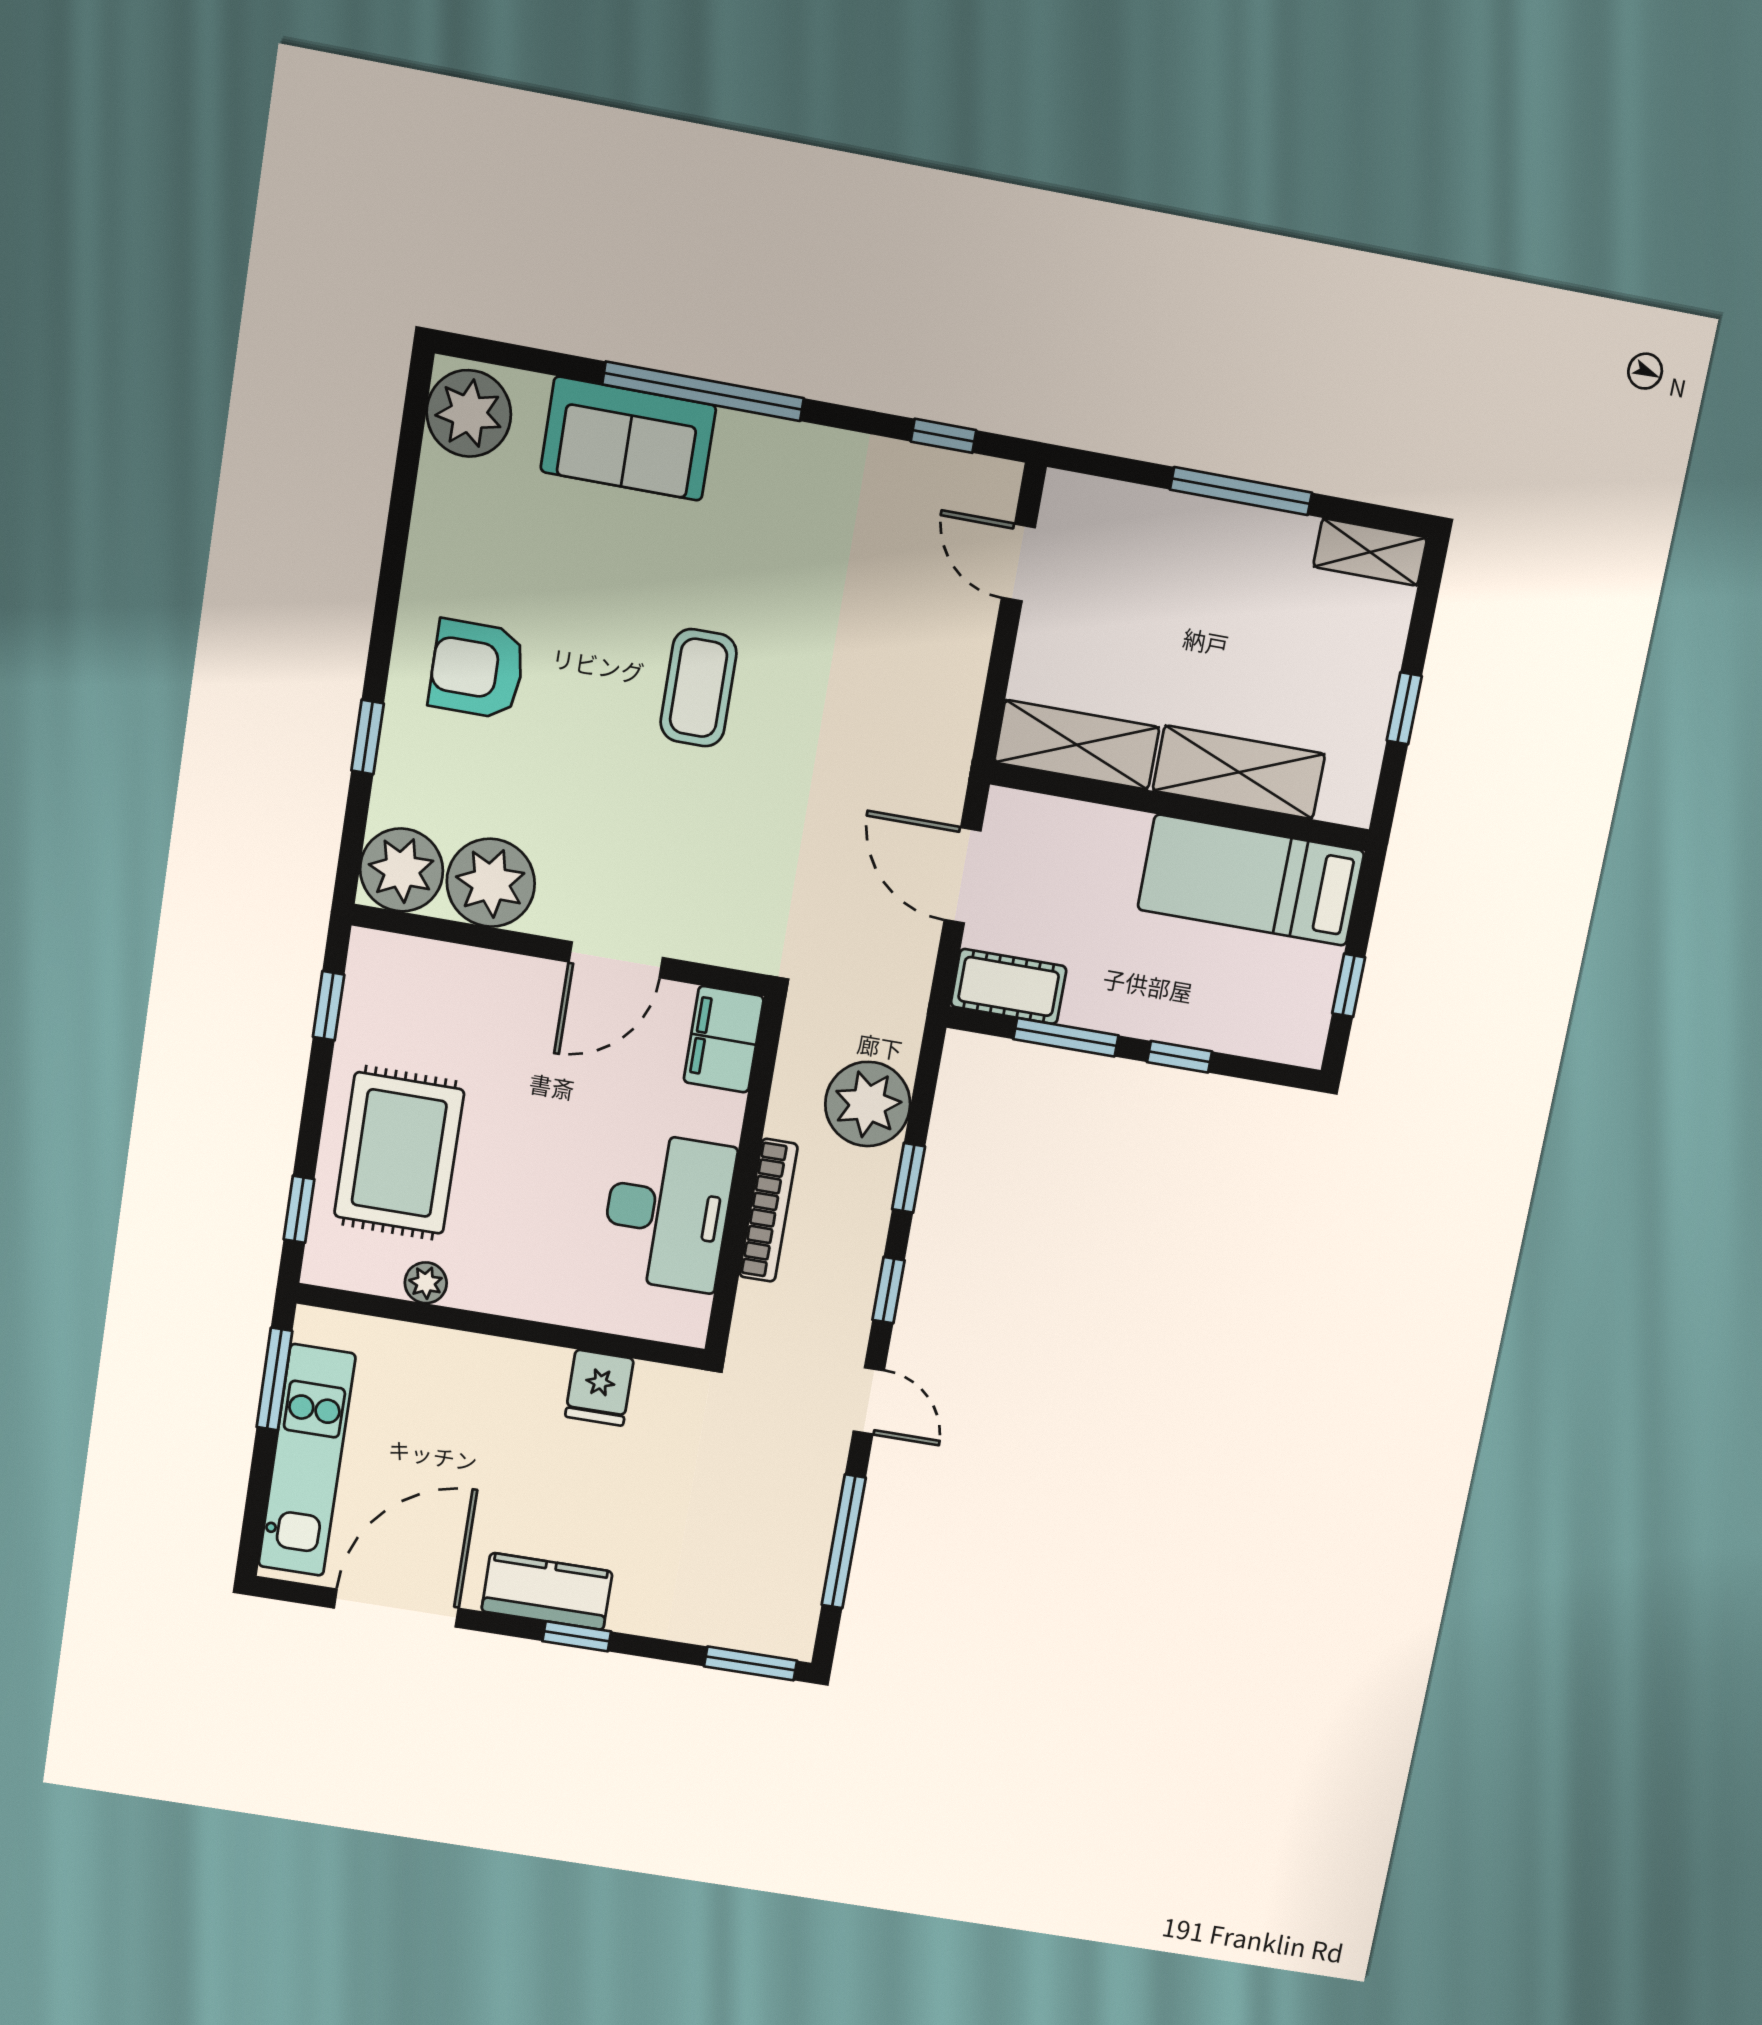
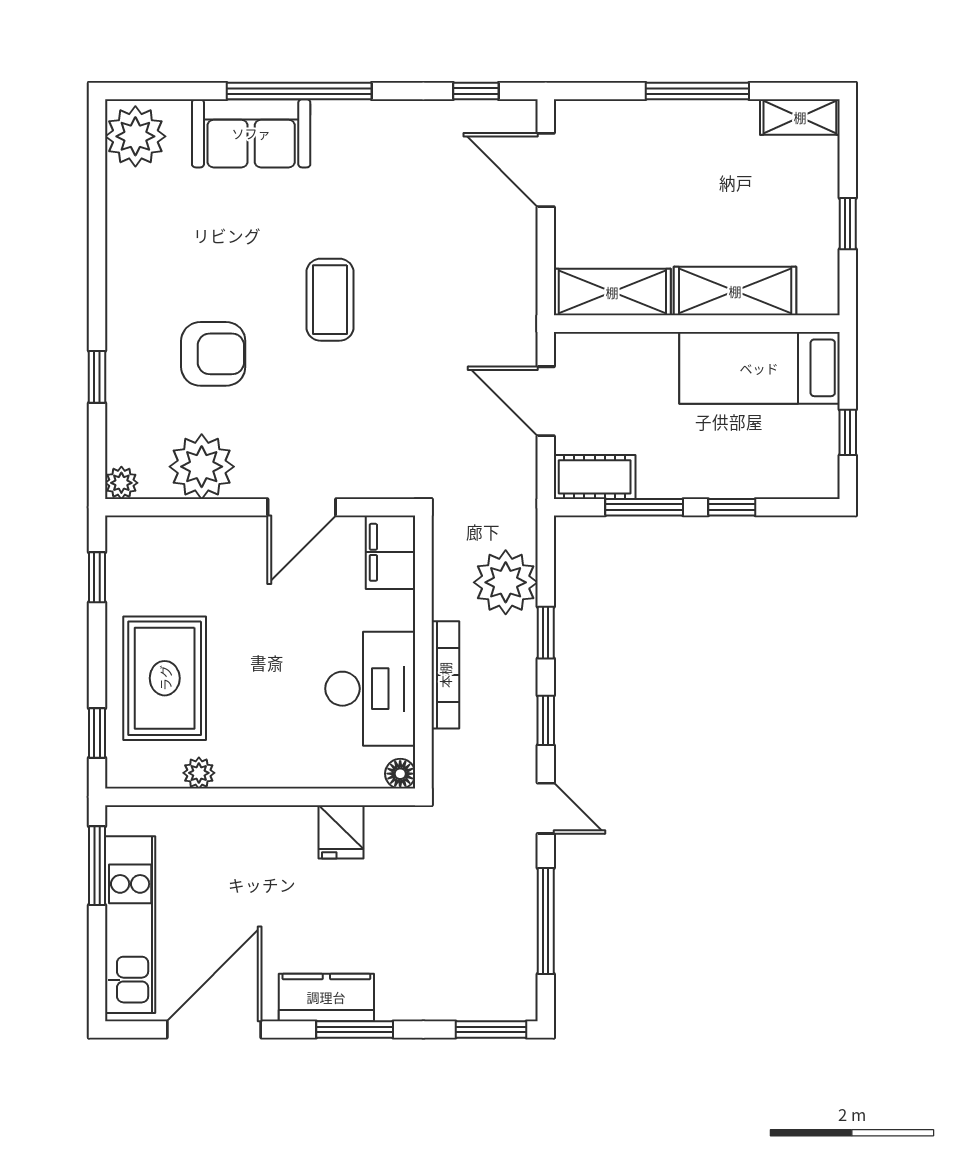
door: (1018, 563) -> (546, 170), width x1.38
armchair: (477, 669) -> (213, 354), moved, turned 180
plant: (402, 870) -> (121, 483), width x0.53, depth x0.53
floor lamp: (688, 1327) -> (400, 774), added
window: (577, 1636) -> (355, 1029), width x1.50

